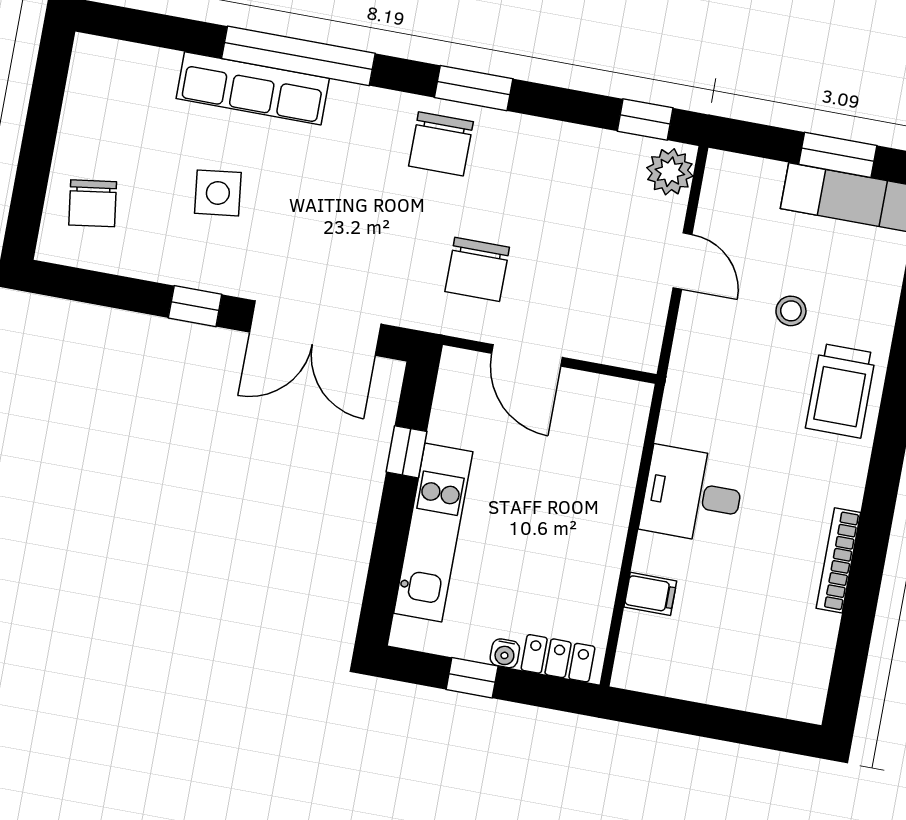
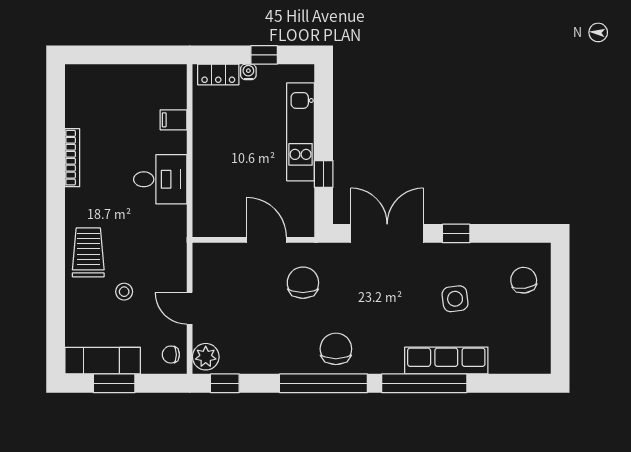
window: (474, 88) -> (323, 383), width x2.11
chair: (730, 187) -> (171, 355), added

